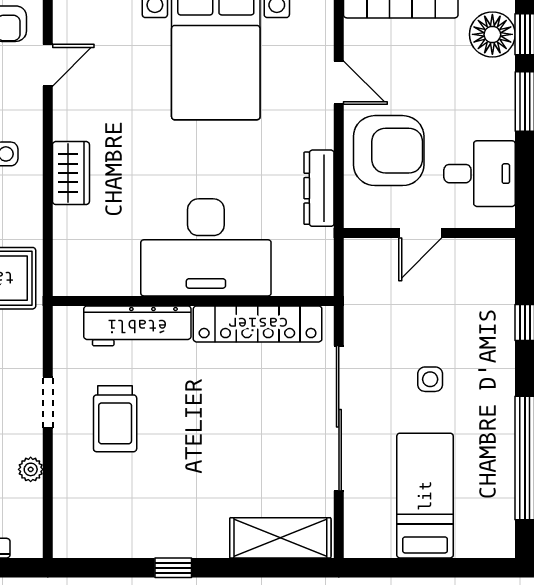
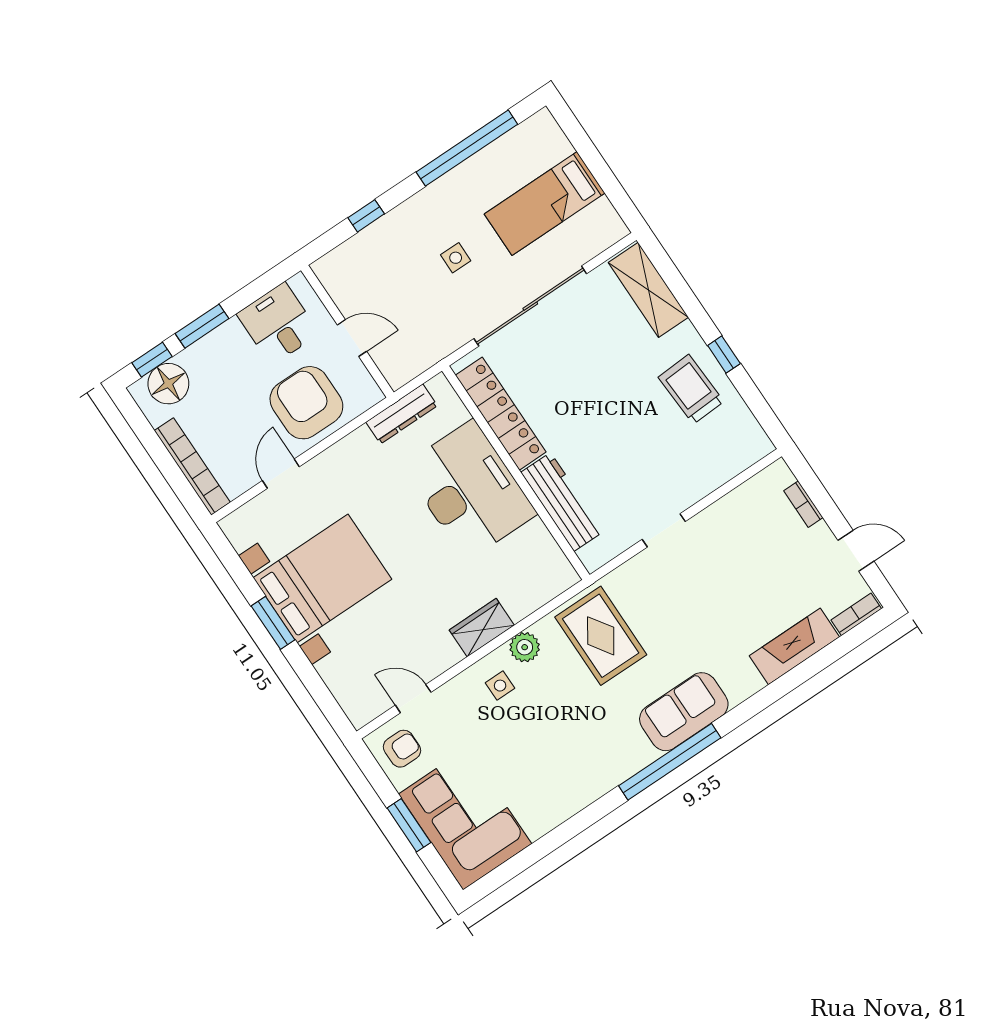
dresser: (319, 188) -> (402, 414), moved
trolley: (115, 419) -> (691, 389), moved, turned -93
plant: (31, 469) -> (525, 647), moved, width x1.38, depth x1.38

